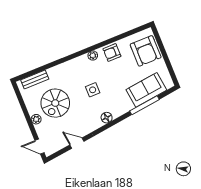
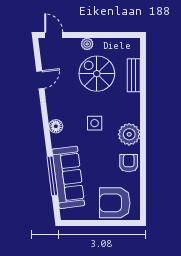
plant: (93, 56) -> (129, 134), width x1.87, depth x1.87
bench: (35, 79) -> (134, 75), moved
sofa: (146, 90) -> (68, 177), width x1.36
door: (40, 147) -> (54, 35), hinge flipped

